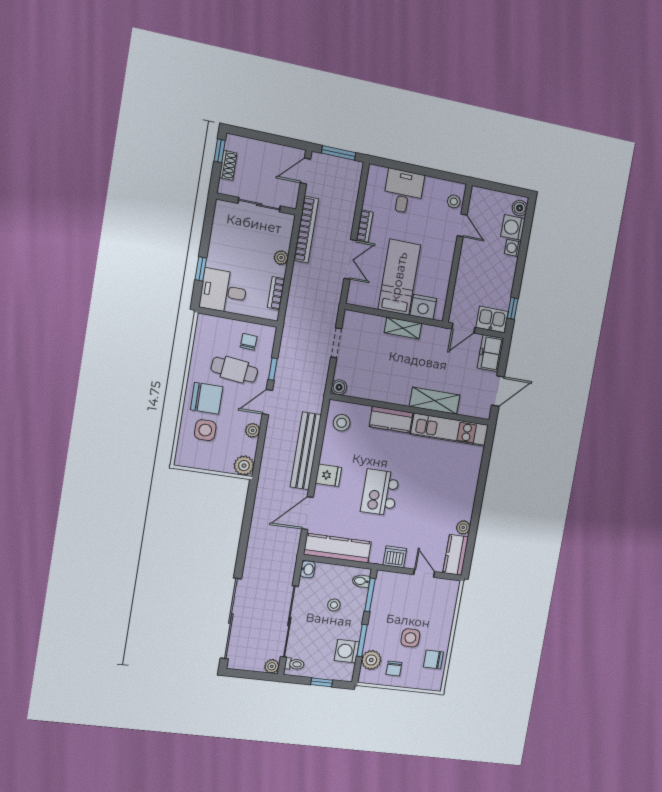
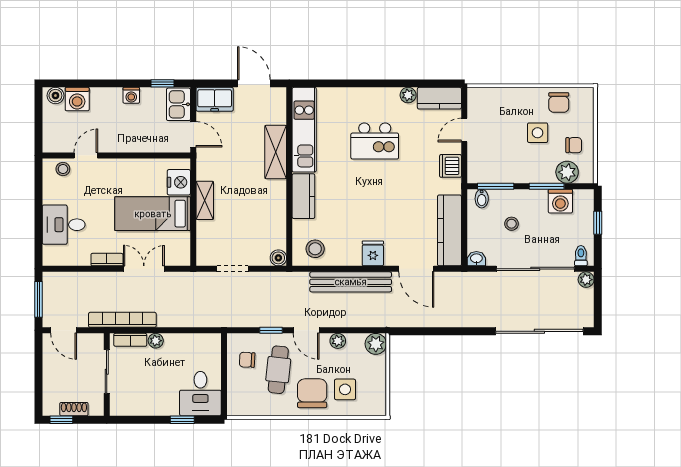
washing machine: (513, 248) -> (131, 95), moved
bookcase: (276, 293) -> (130, 340), moved
kitchen island: (380, 492) -> (375, 141), moved

